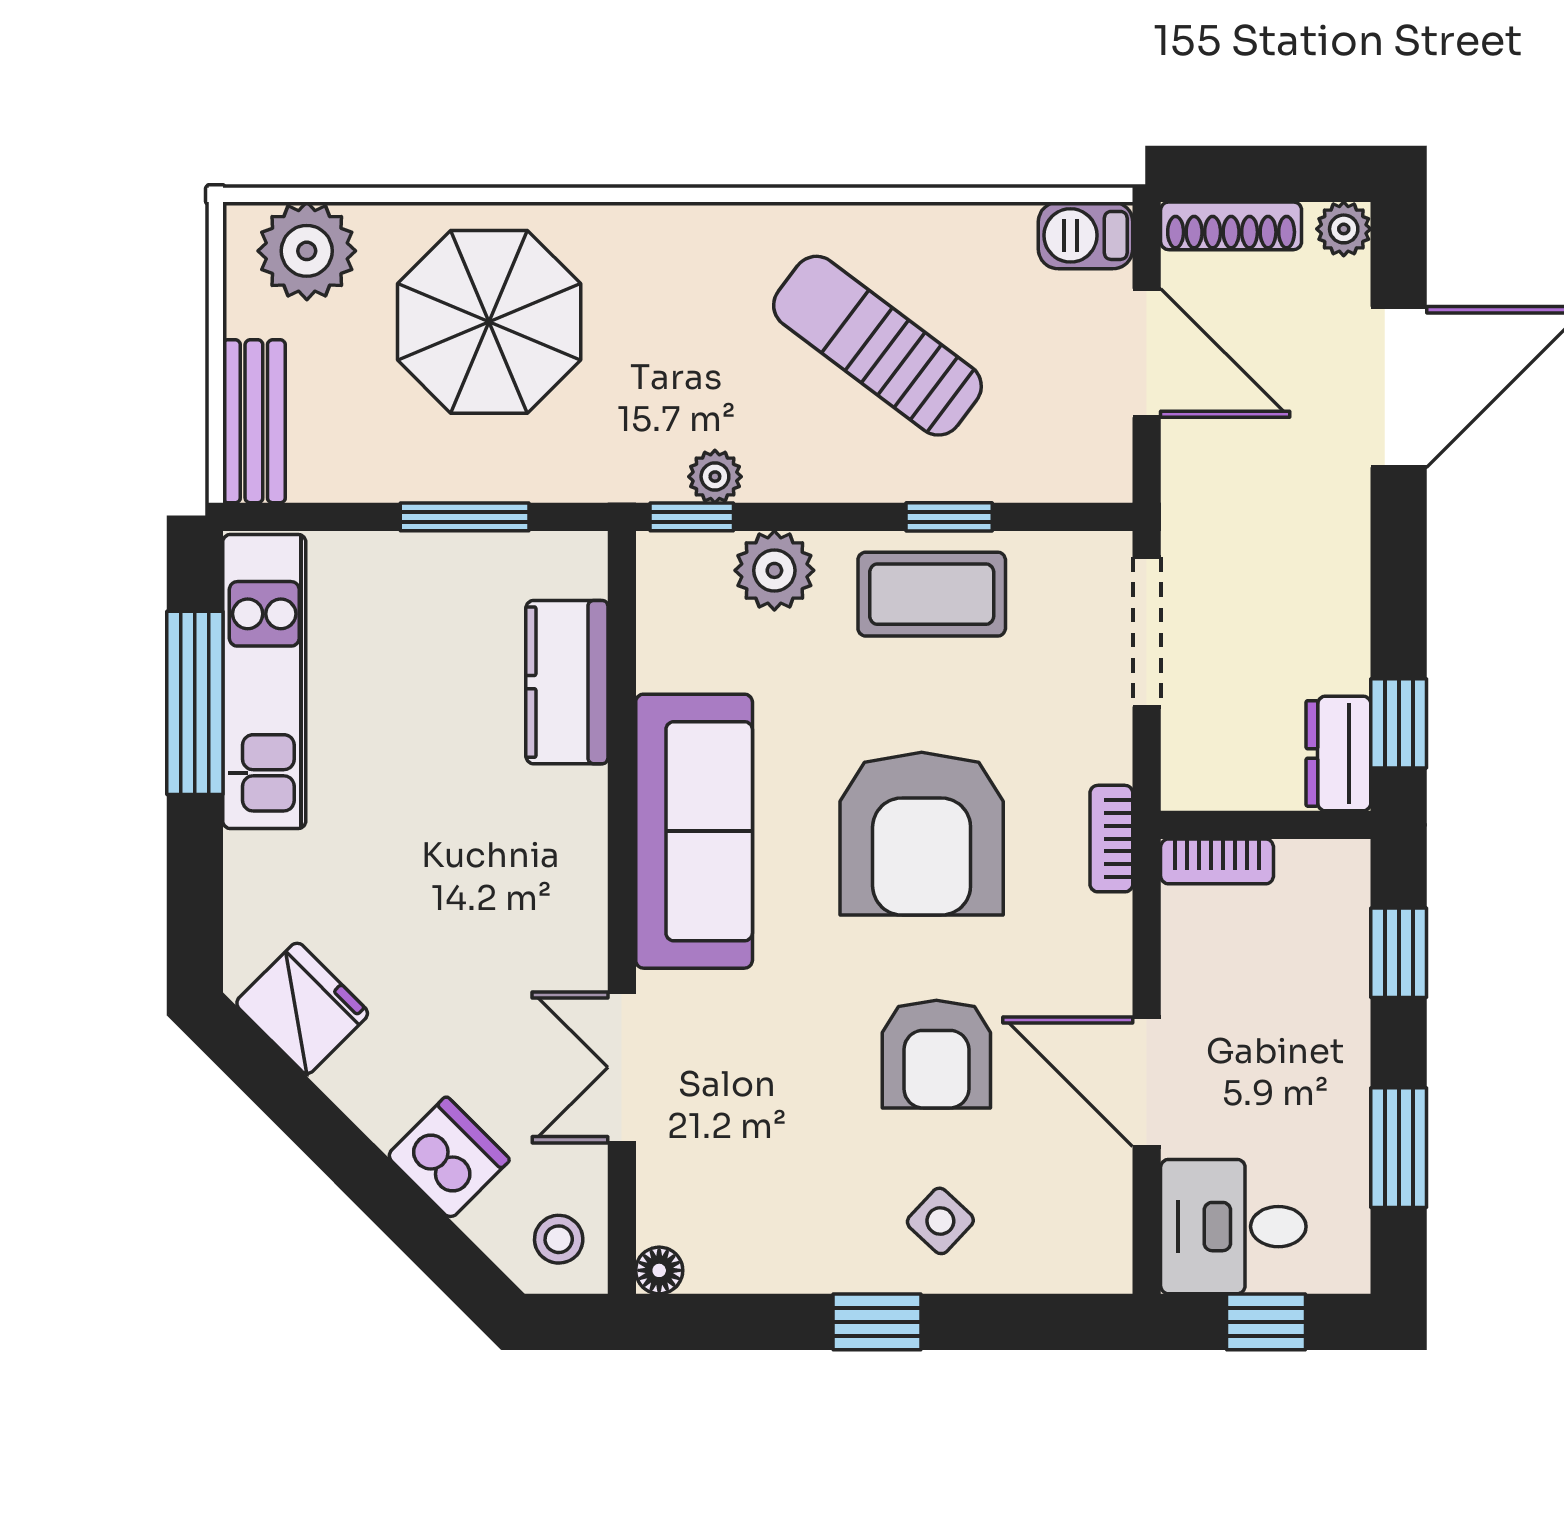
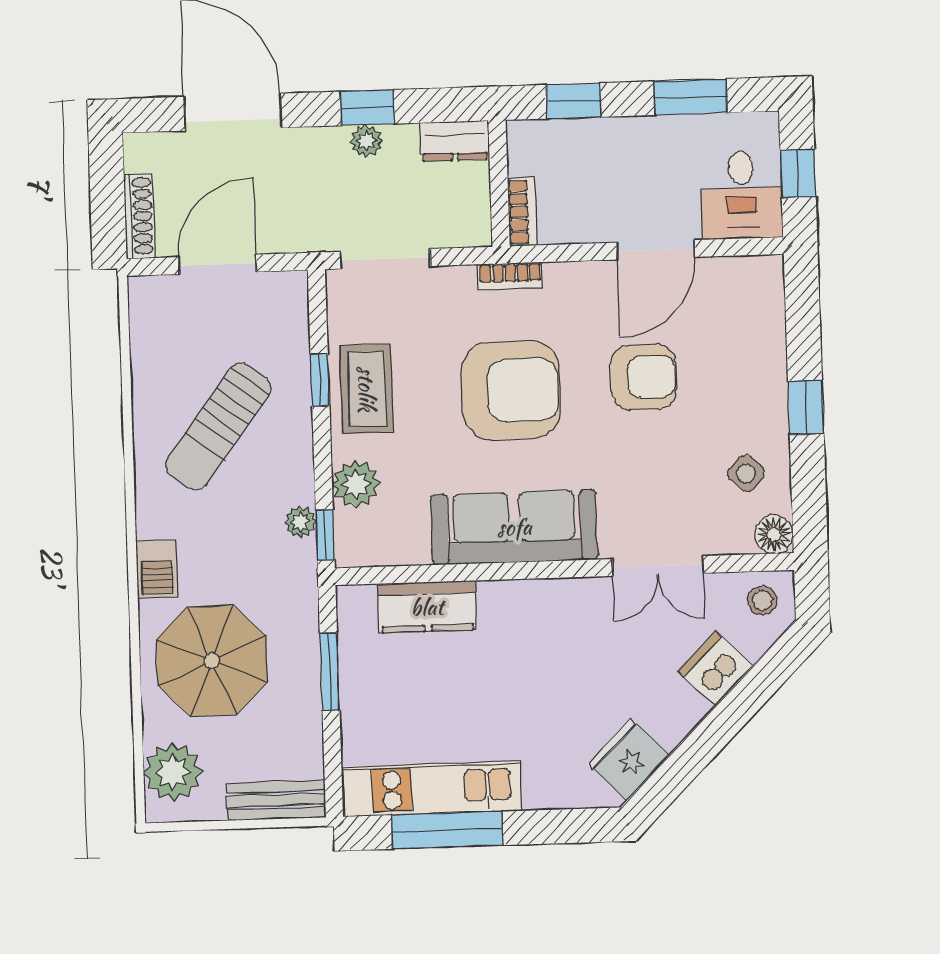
plant: (1344, 229) -> (366, 141), moved
barbecue: (1086, 235) -> (157, 569), moved
window: (1399, 723) -> (367, 108), moved
side table: (940, 1221) -> (746, 473), moved
floor lamp: (659, 1270) -> (774, 534), width x1.37, depth x1.37

